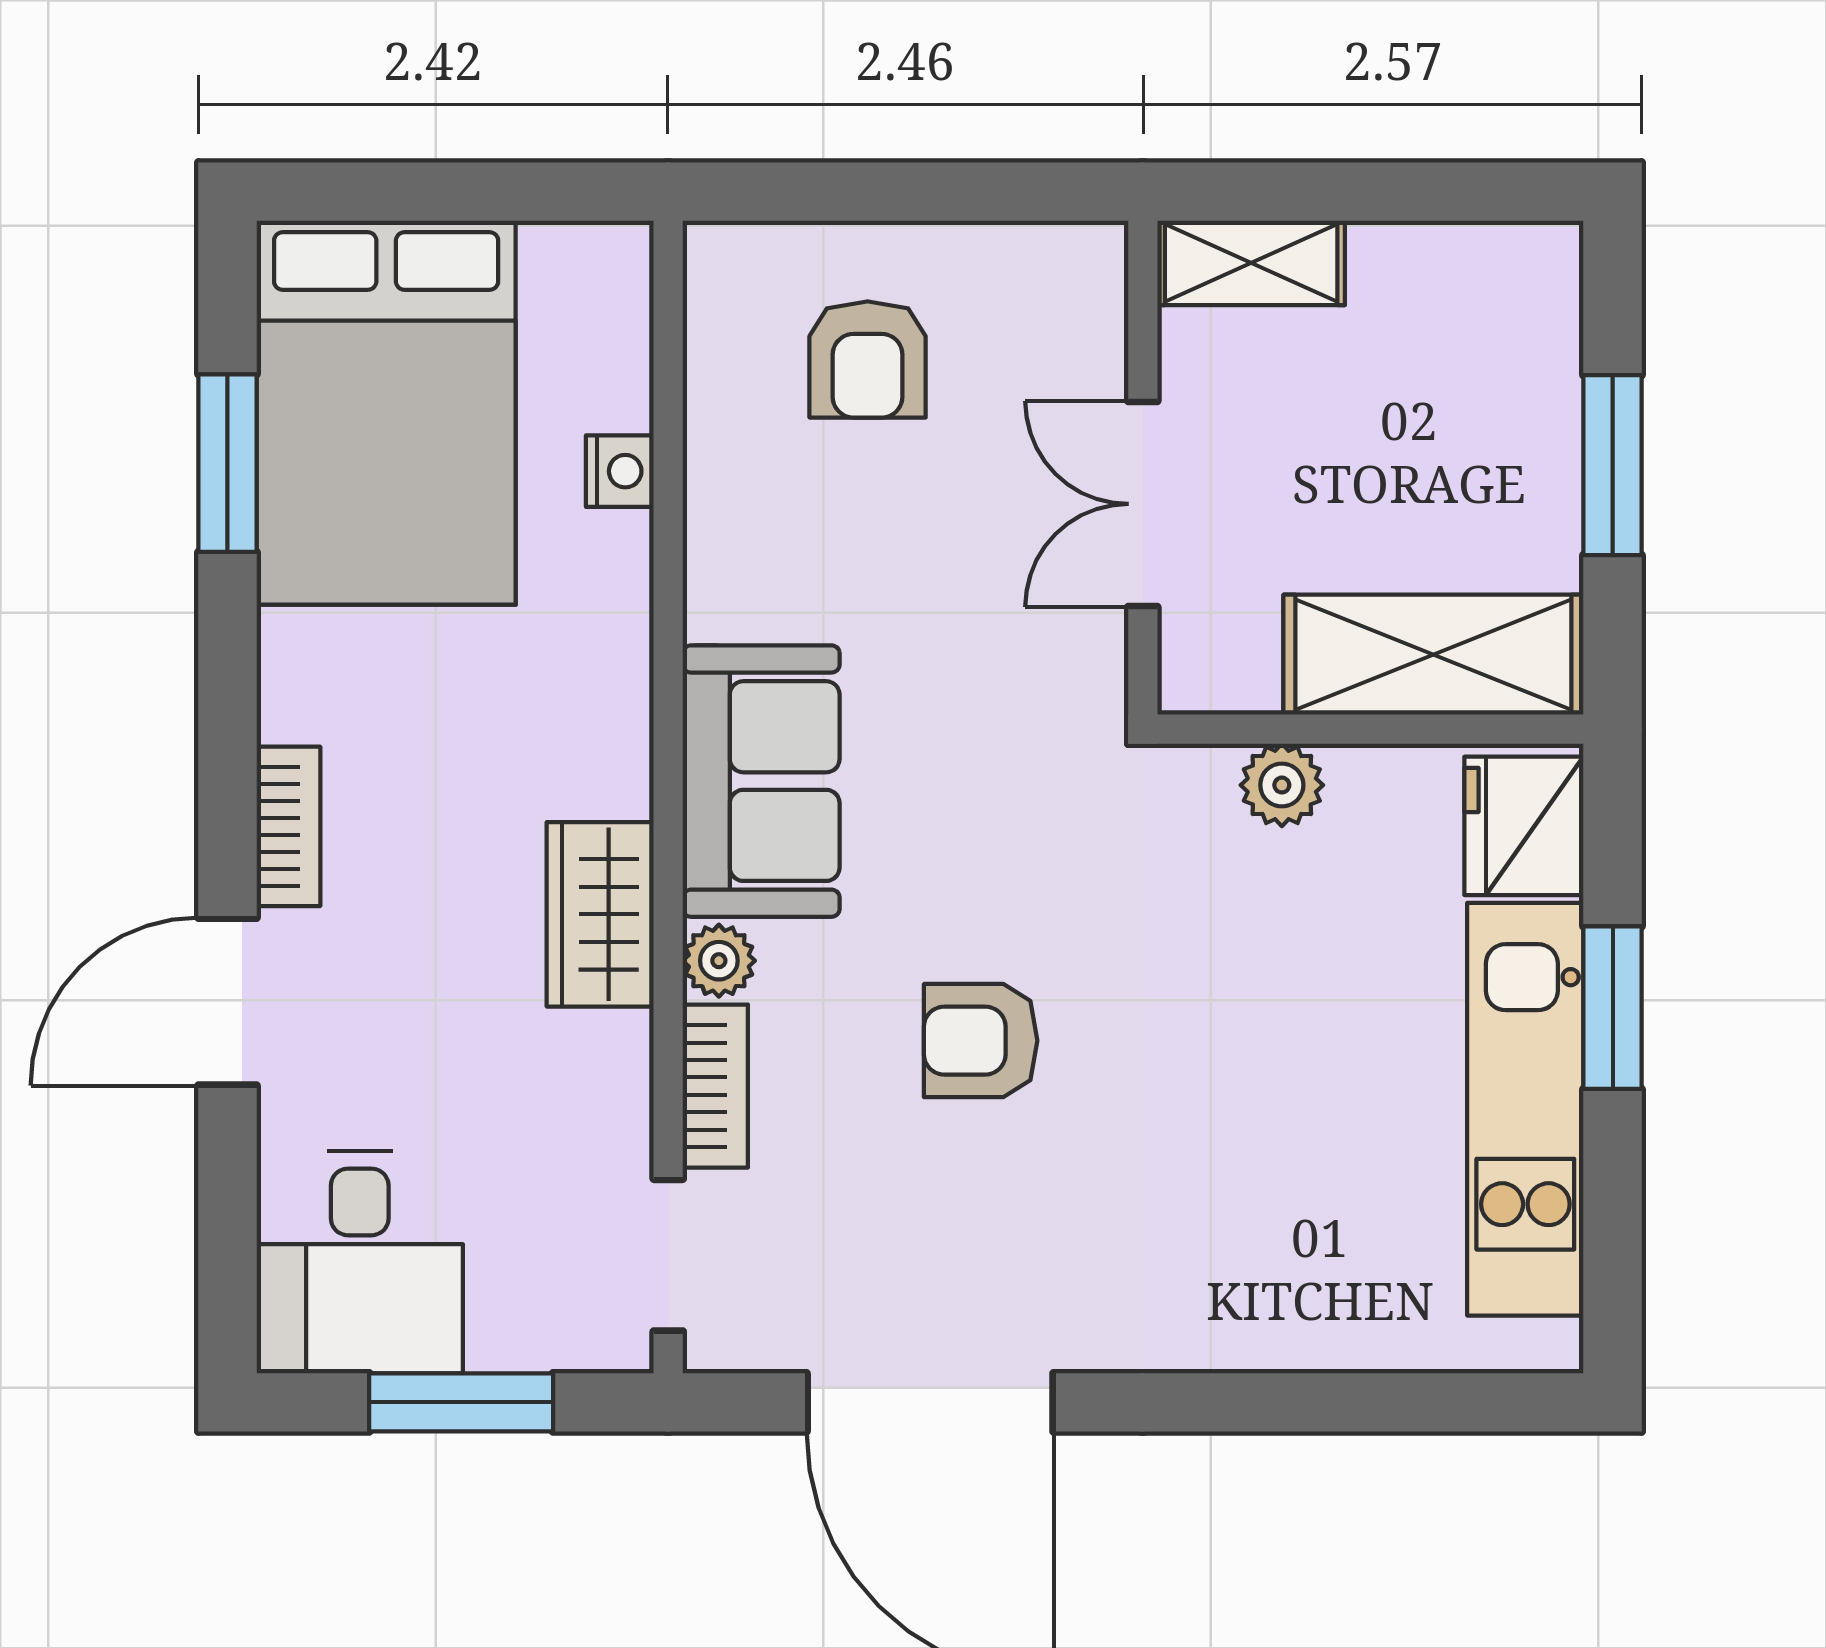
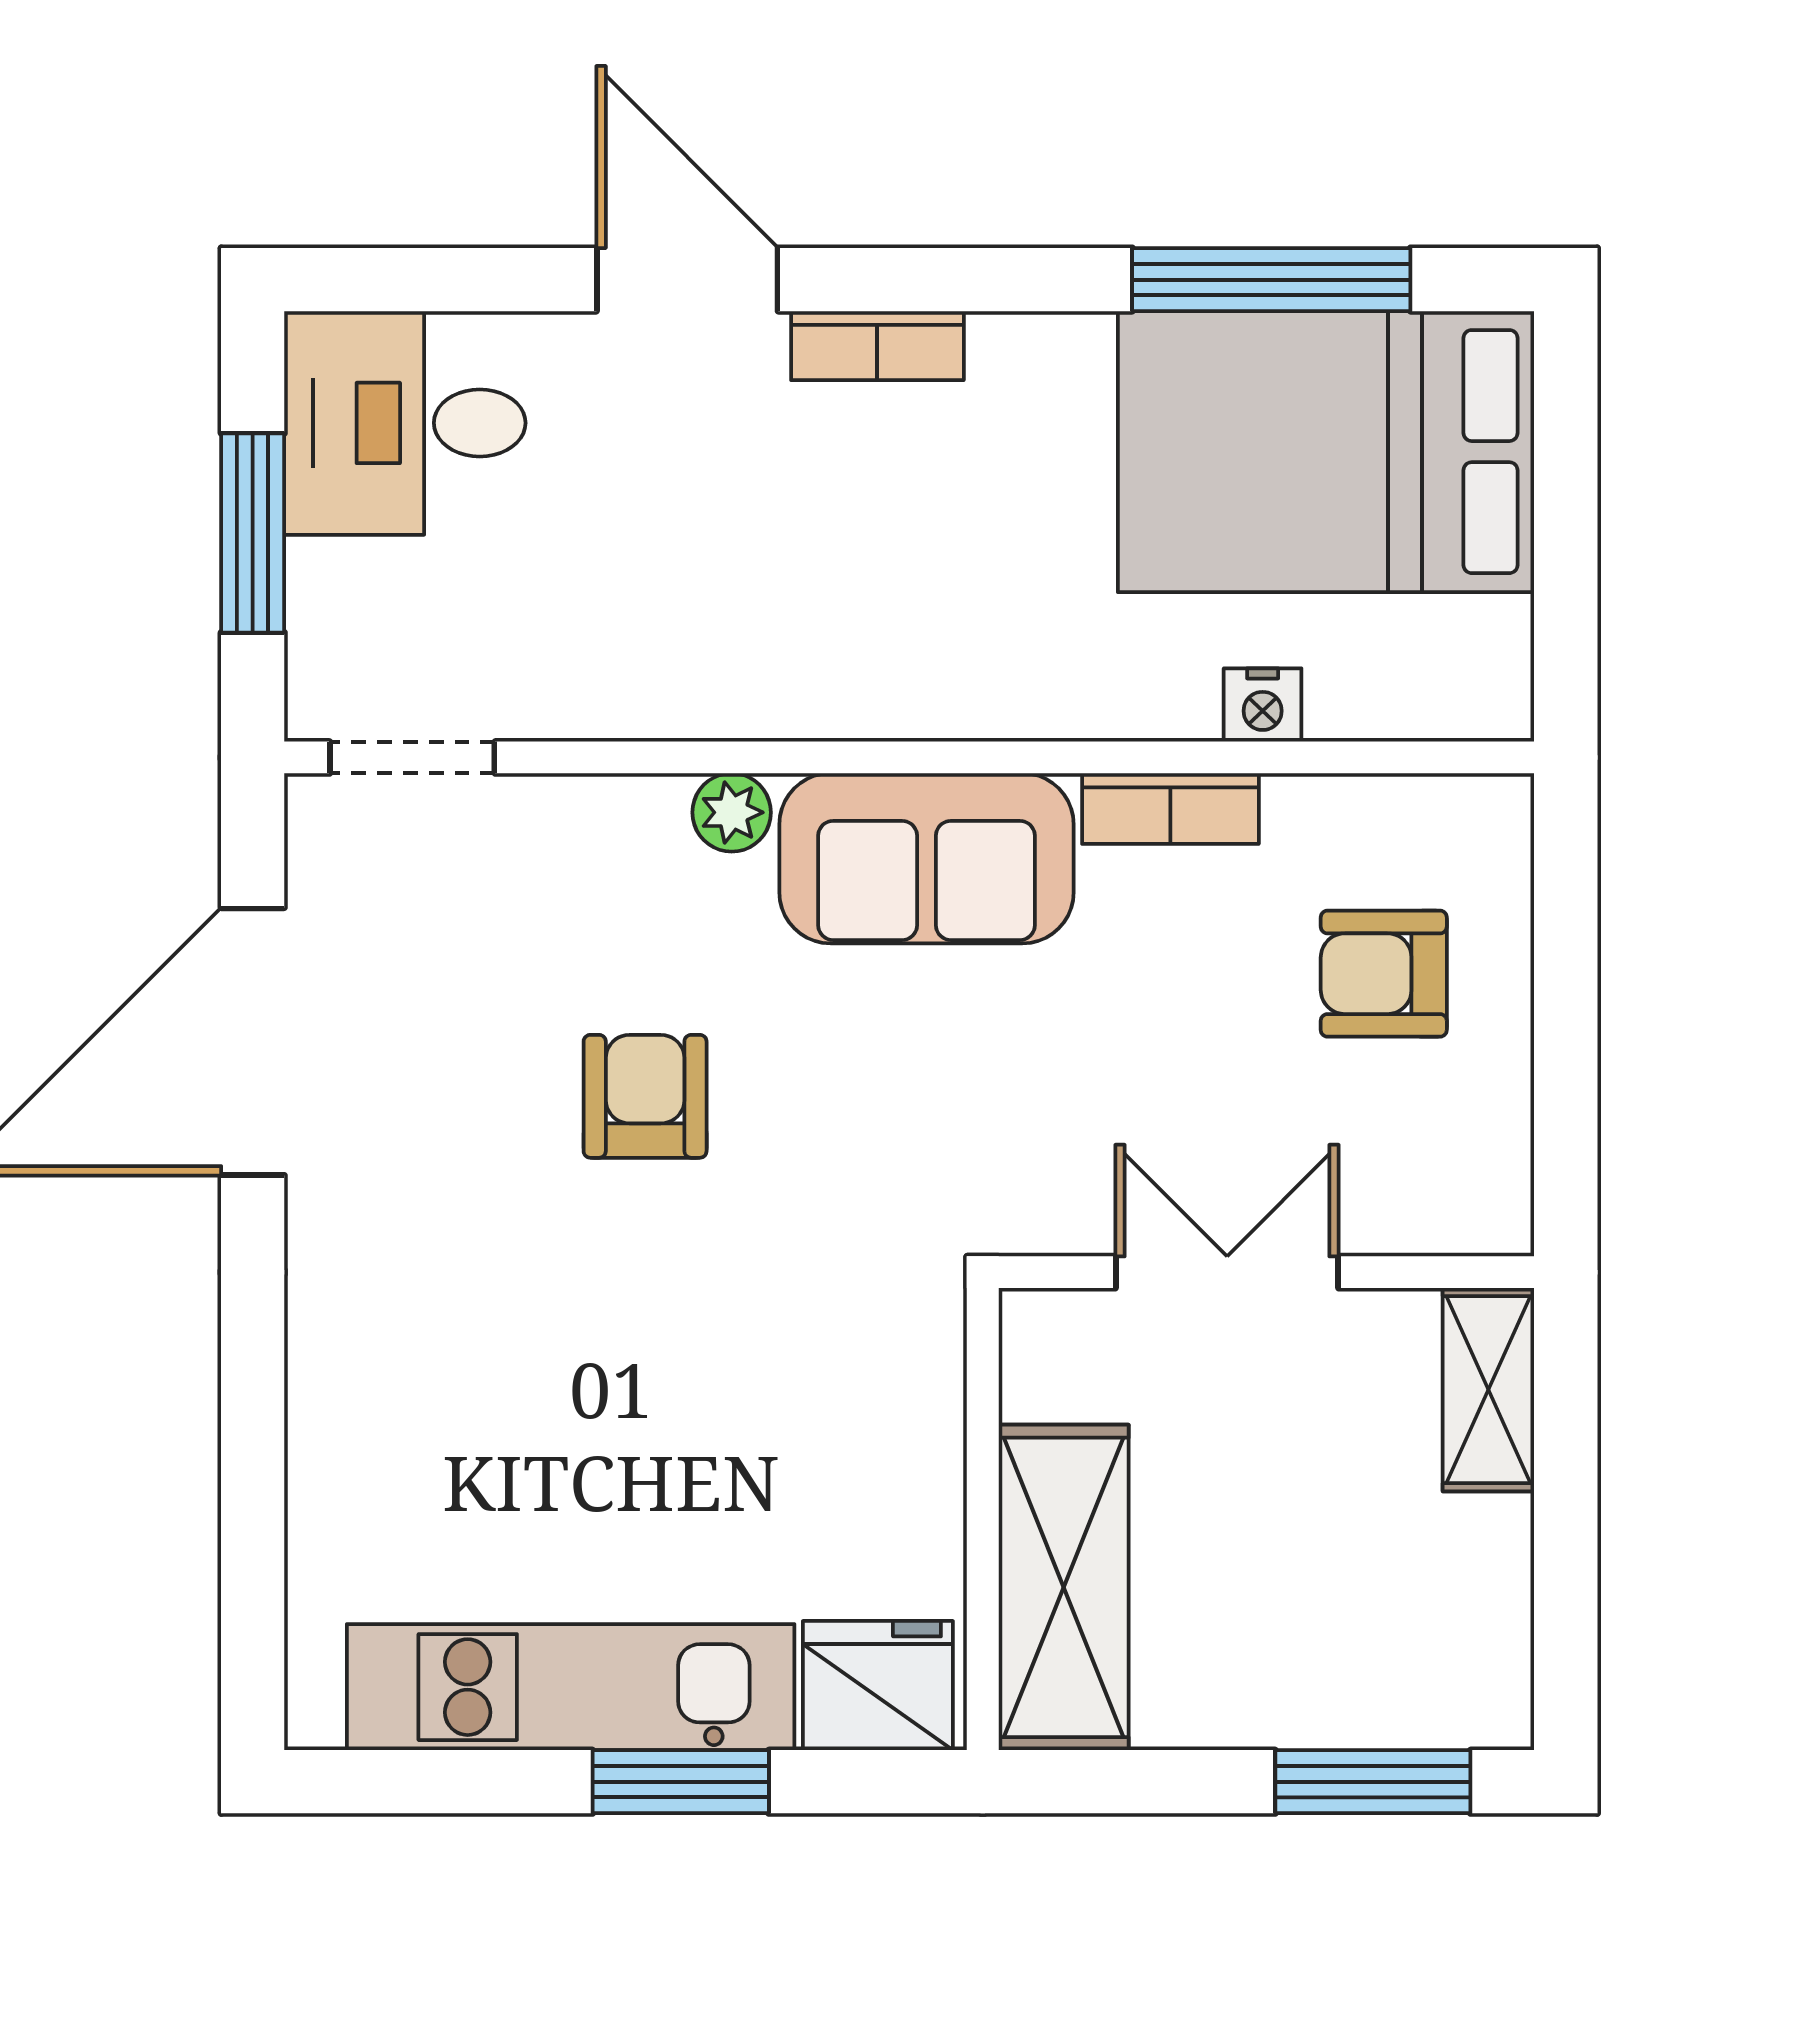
window: (227, 463) -> (1271, 280), width x1.44
window: (1613, 465) -> (1373, 1782), moved
plant: (1282, 785) -> (922, 1423), removed
wardrobe: (600, 914) -> (782, 684), removed
bookcase: (715, 1086) -> (1170, 809), moved

